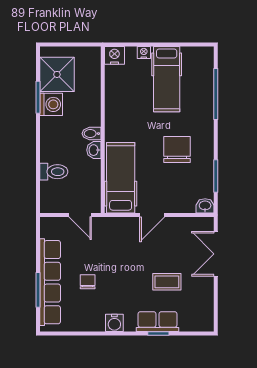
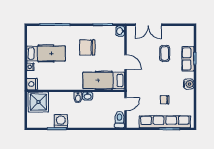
shower: (57, 74) -> (38, 102), moved
toilet: (54, 172) -> (119, 120), moved

